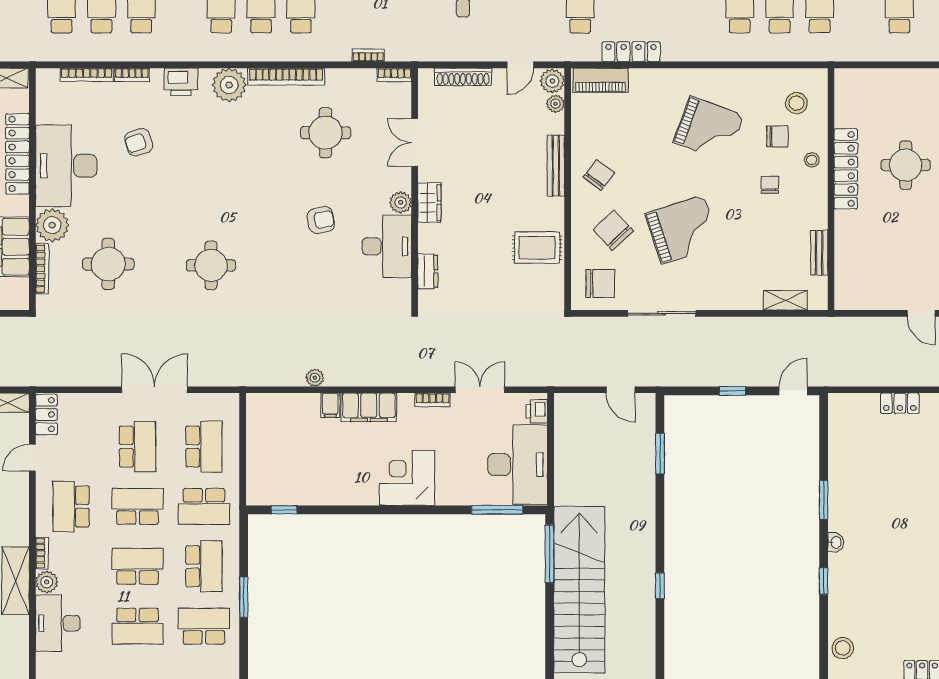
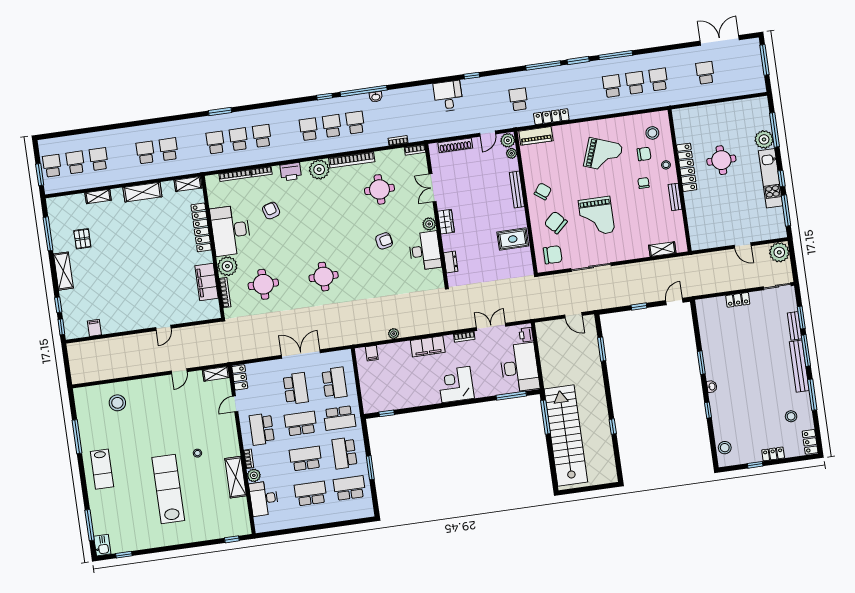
armchair: (139, 142) -> (271, 211), turned 91
grand piano: (683, 230) -> (596, 216), turned 108
bench: (819, 253) -> (675, 197), moved
filing cabinet: (330, 405) -> (372, 353), moved
school desk: (204, 566) -> (344, 453), turned 180
school desk: (138, 626) -> (311, 494), turned 180

